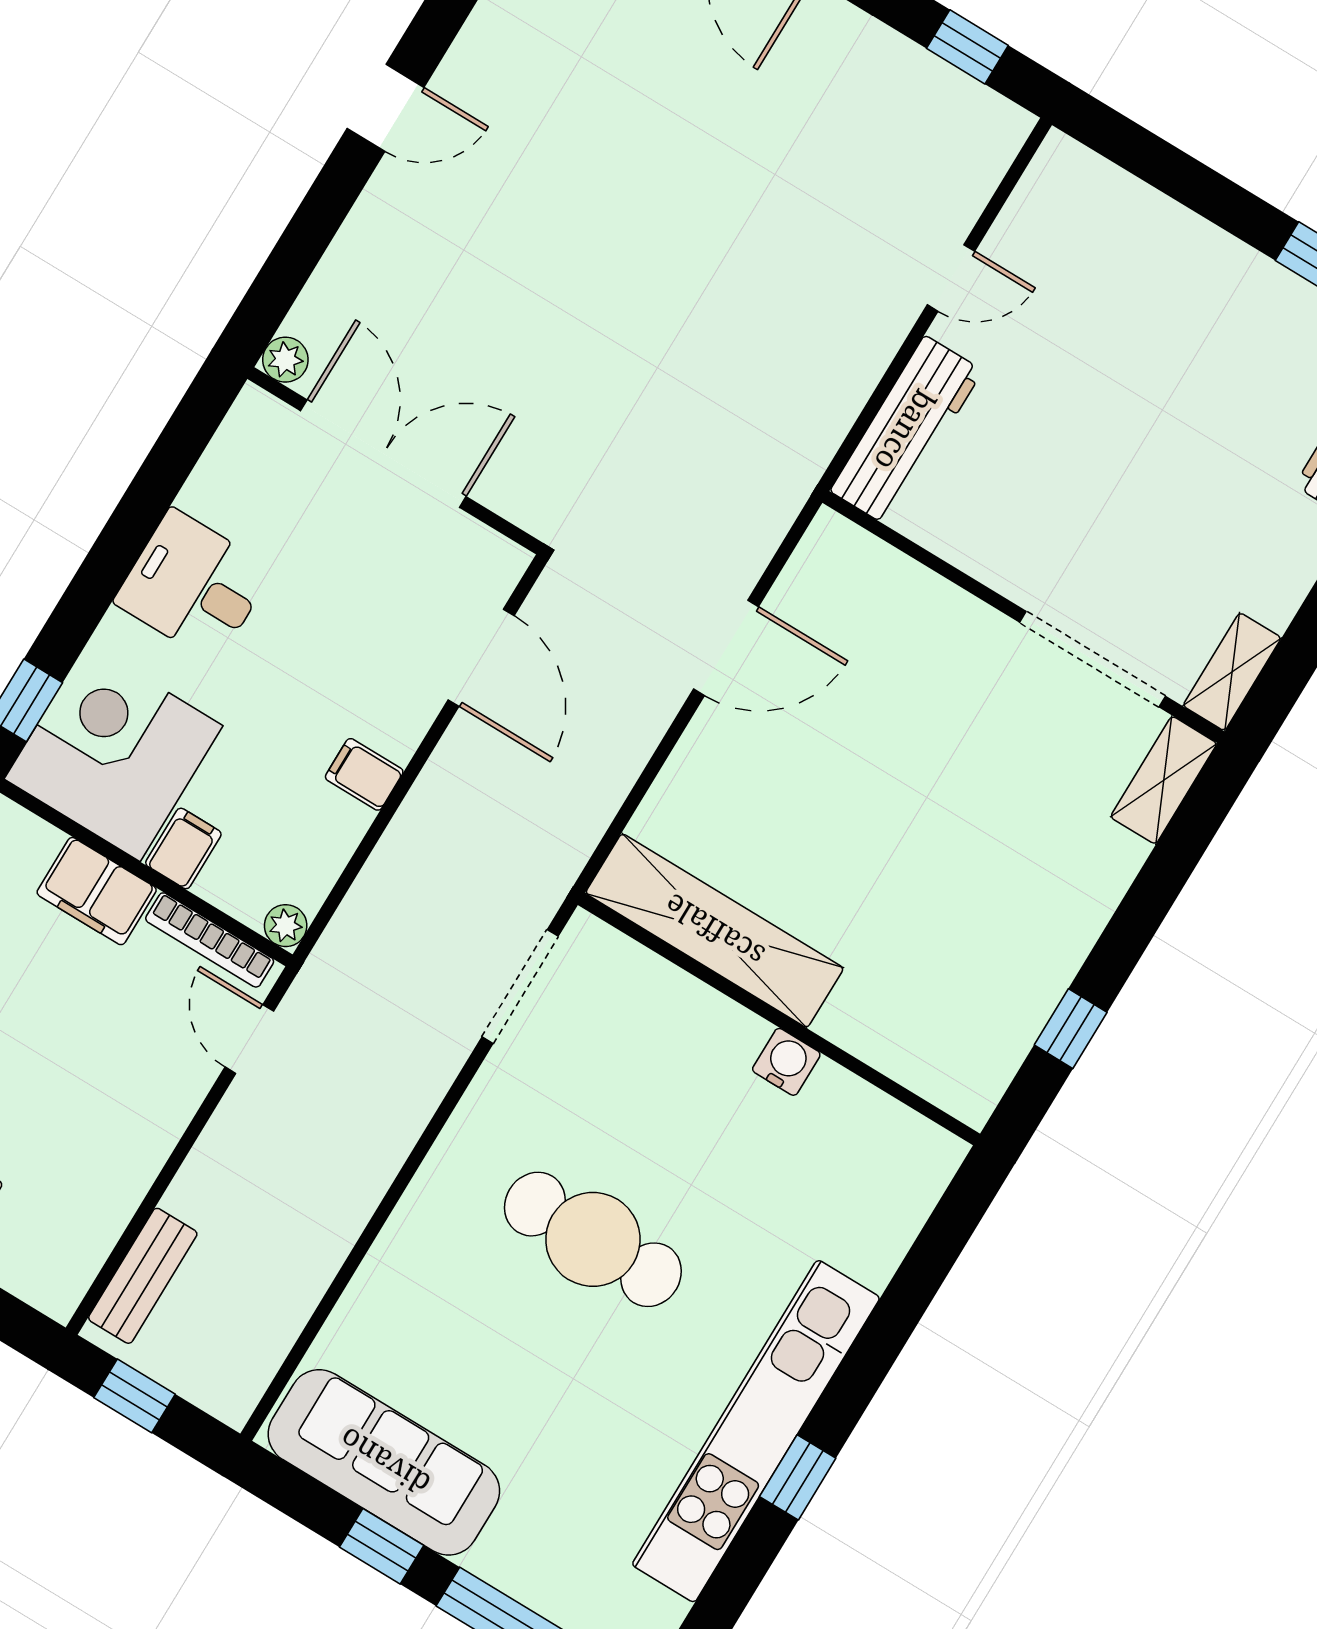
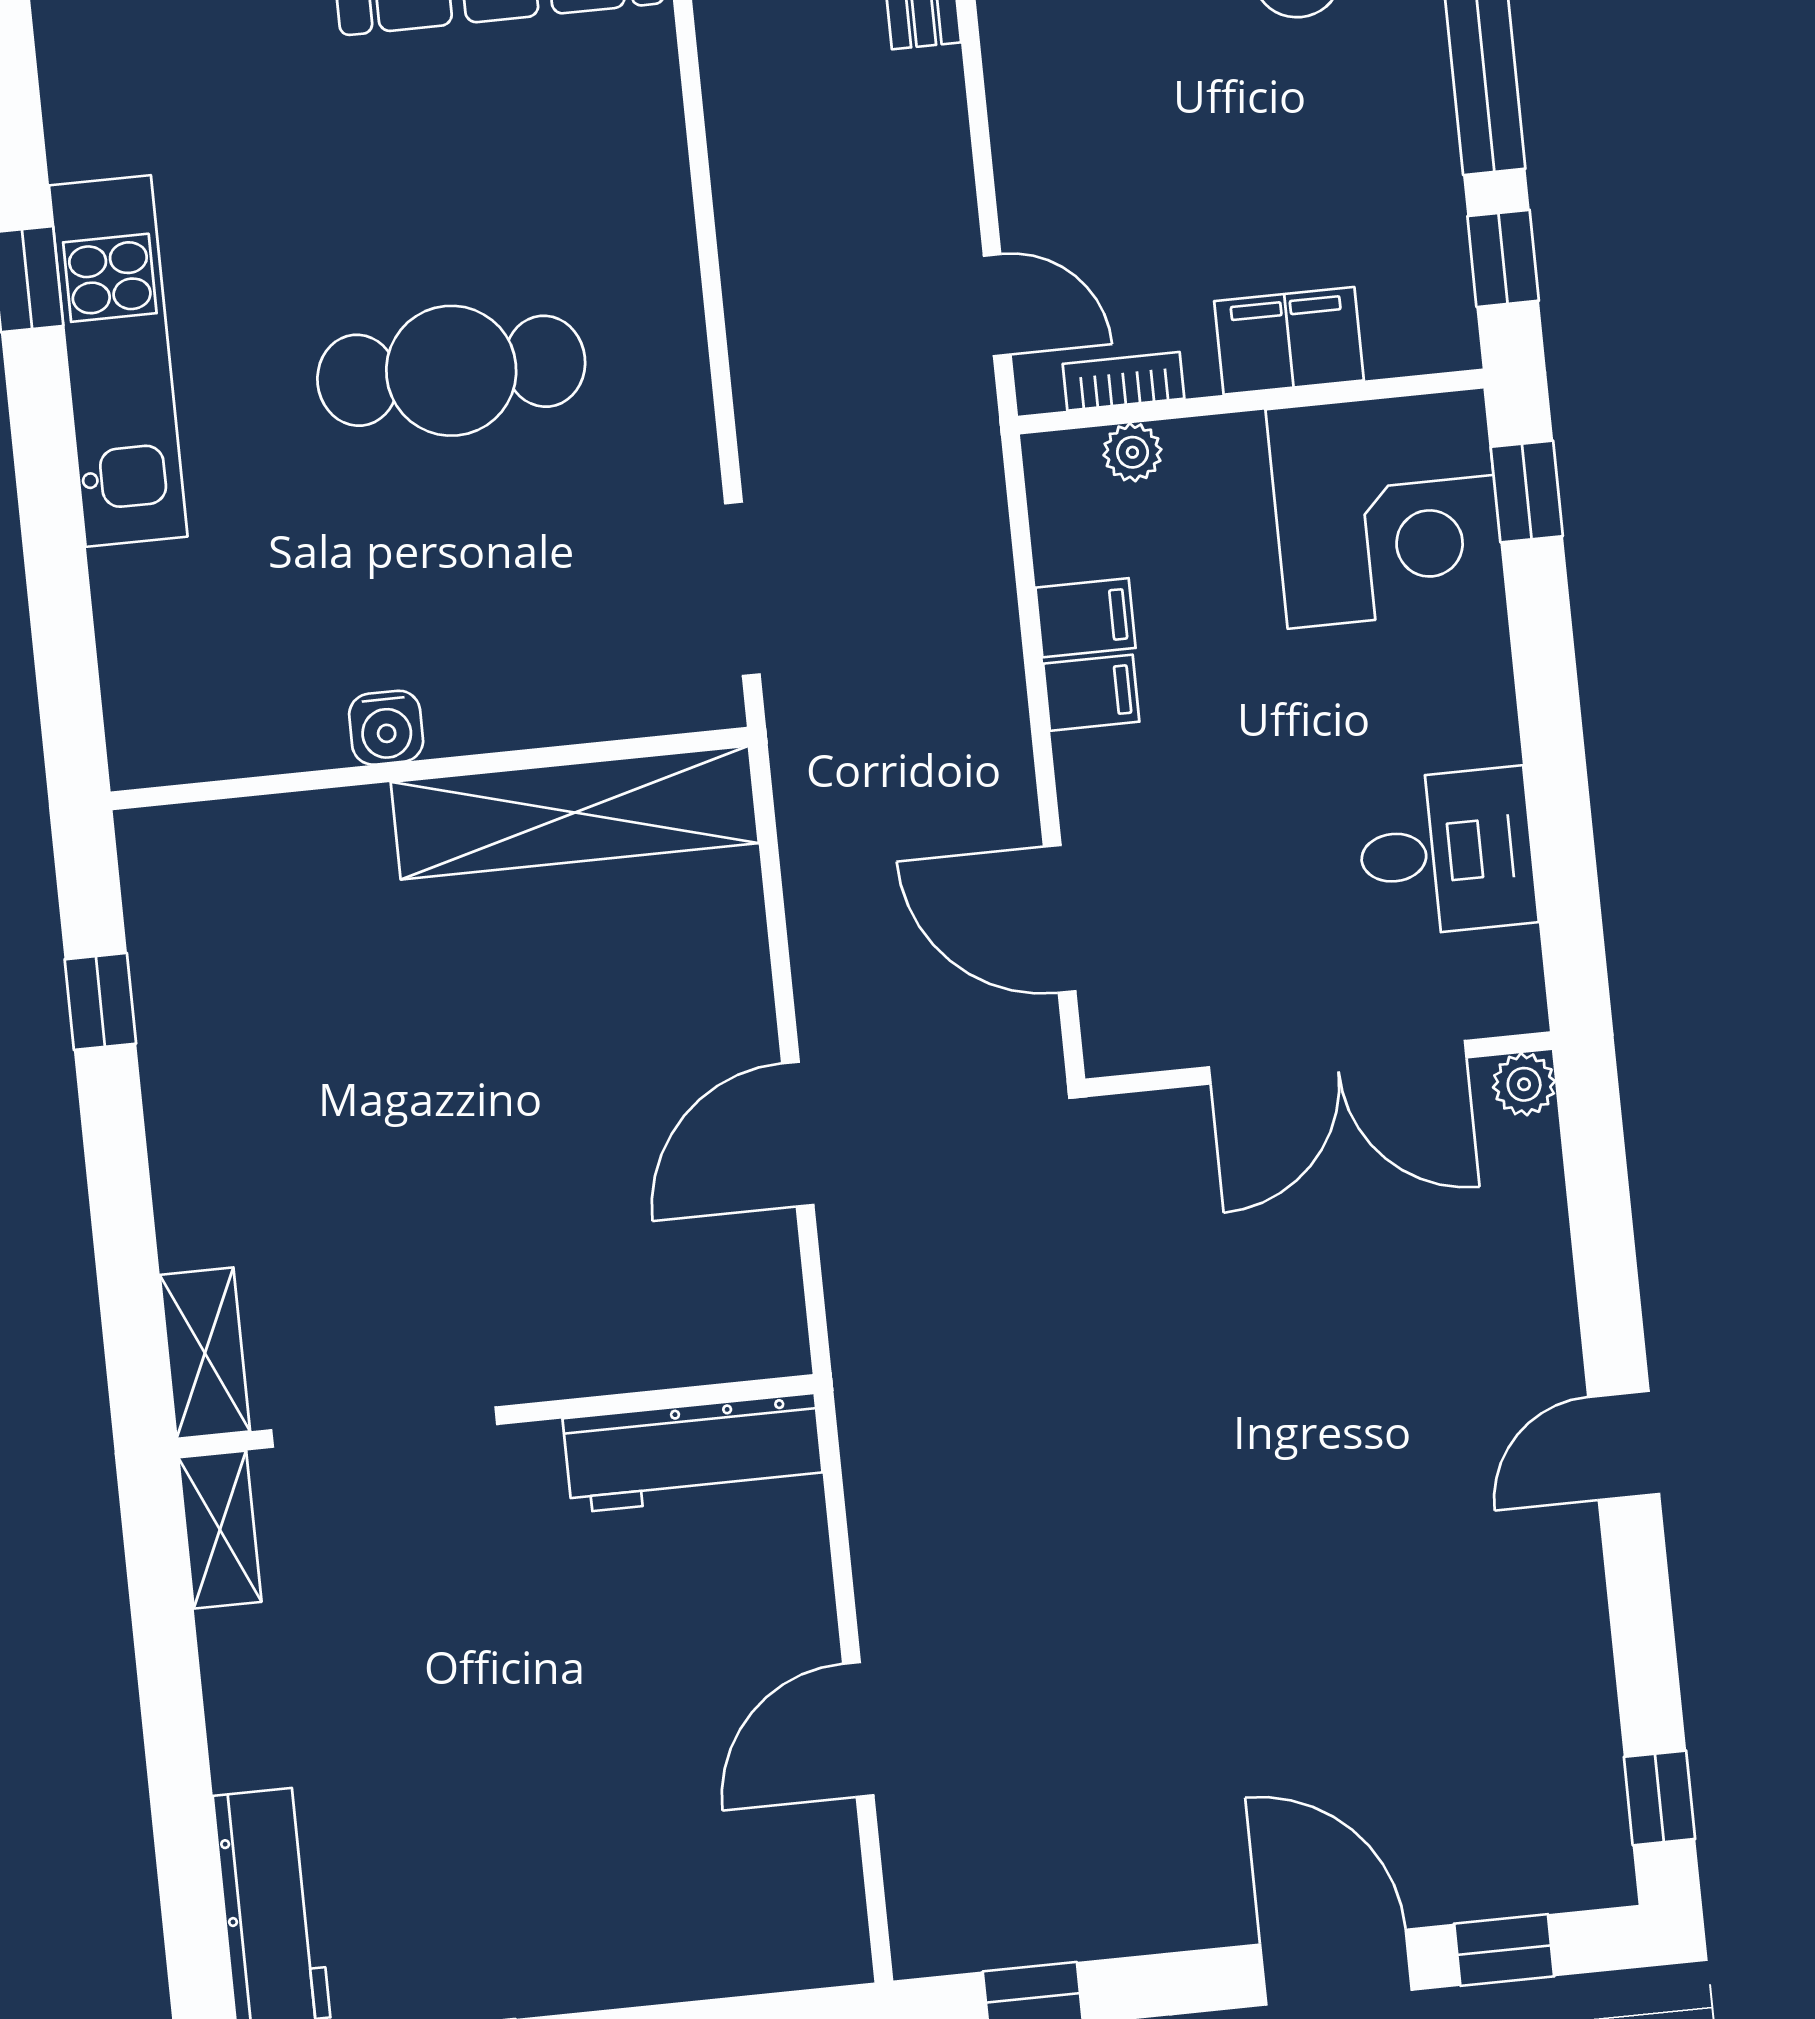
door: (951, 278) -> (858, 1729), width x1.37
workbench: (906, 431) -> (693, 1453), moved, turned -90
desk: (194, 586) -> (1446, 852), moved
filing cabinet: (183, 848) -> (1086, 618), moved, turned -90
plant: (286, 926) -> (1132, 452), moved
bookcase: (210, 940) -> (1124, 381), width x0.64
kitchen unit: (756, 1431) -> (118, 361), width x0.73

